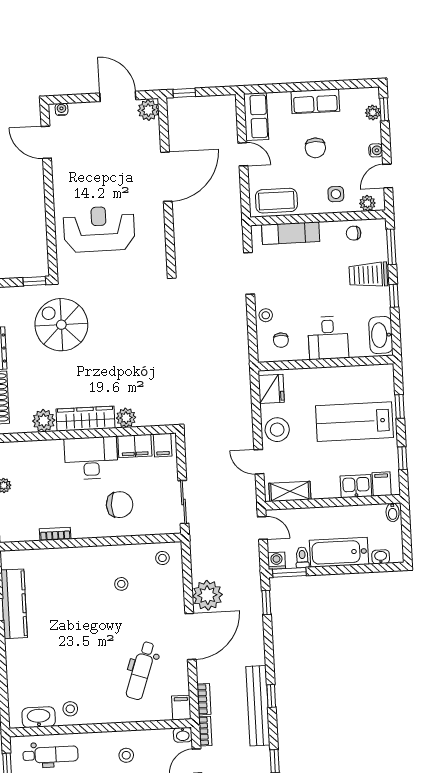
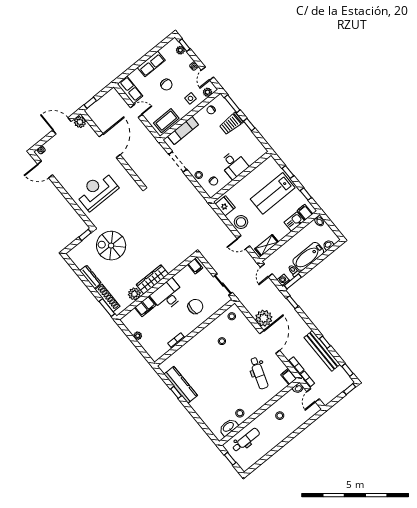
washbasin: (381, 335) -> (256, 146), removed
plant: (126, 418) -> (170, 266), removed
filing cabinet: (135, 446) -> (145, 306), moved
door: (262, 528) -> (266, 270), swing flipped

